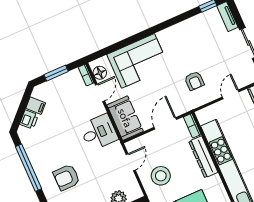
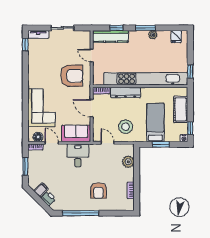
armchair: (194, 81) -> (72, 76), width x1.88, depth x1.88

